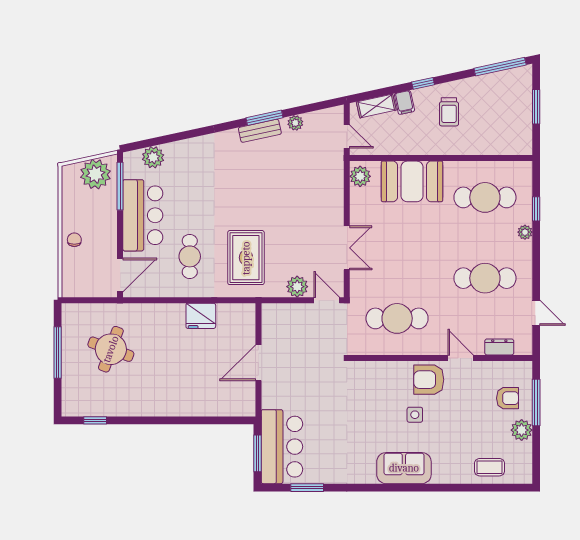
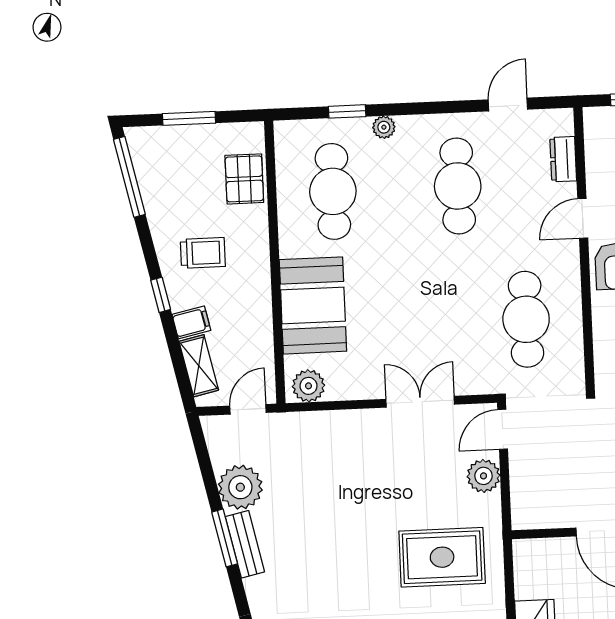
plant: (295, 123) -> (240, 487), width x1.87, depth x1.87
pallet: (496, 141) -> (244, 179), added

